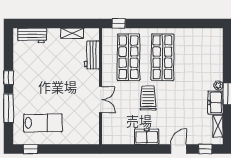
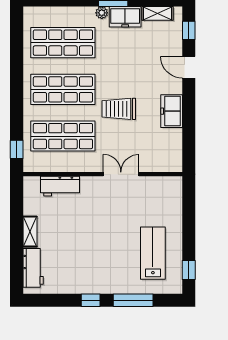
shelving: (72, 33) -> (30, 232), moved
shop shelf: (196, 57) -> (63, 43), added

